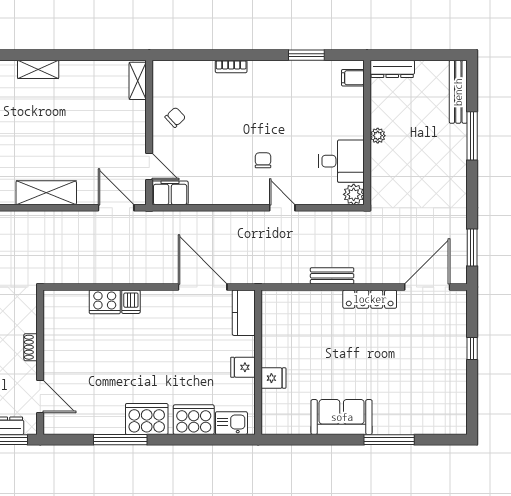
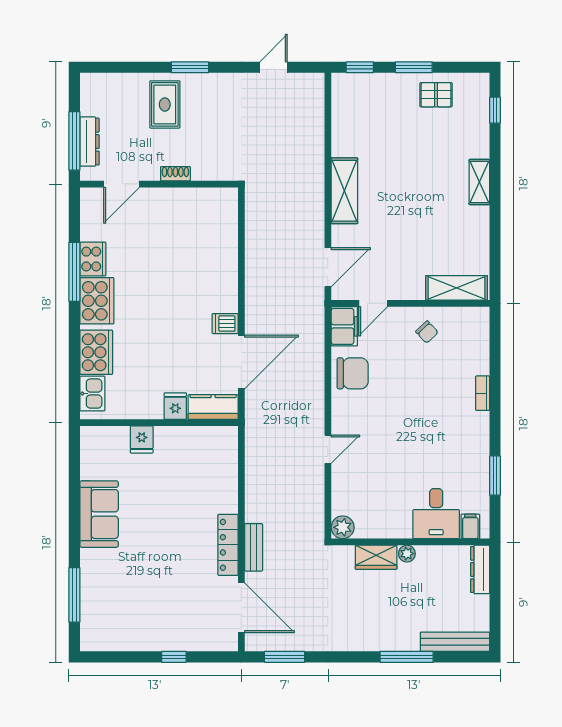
shelving: (138, 81) -> (457, 288), width x1.50, depth x1.33
chair: (263, 160) -> (353, 373), moved, width x1.87, depth x1.87
desk: (341, 161) -> (436, 514), moved
wardrobe: (381, 164) -> (376, 557), added
bench: (332, 276) -> (254, 547), moved
cooker: (105, 302) -> (93, 259), moved, turned 180
dishwasher: (131, 302) -> (225, 324), moved
fridge: (243, 367) -> (175, 406), moved
window: (389, 440) -> (74, 595), moved

